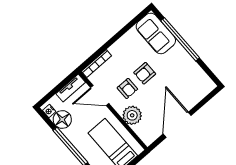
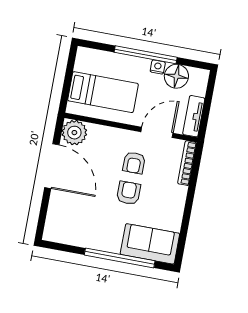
armchair: (127, 88) -> (134, 163), turned -90
nightstand: (49, 111) -> (158, 67), moved
plant: (132, 115) -> (74, 133), moved

